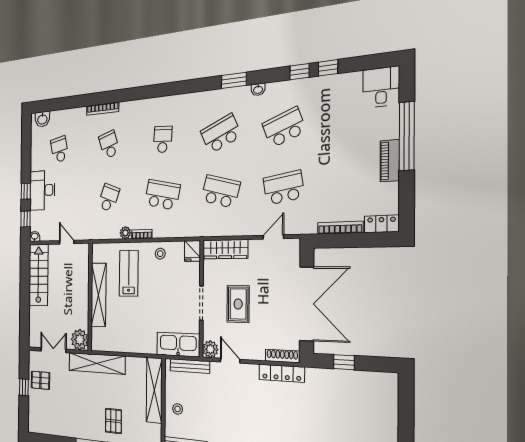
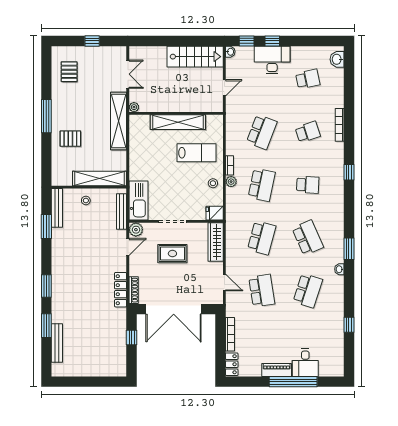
window: (300, 72) -> (349, 172), moved
desk: (381, 87) -> (305, 363), moved, turned 90
school desk: (284, 127) -> (308, 291), turned 39
school desk: (109, 198) -> (262, 132), width x1.85
plant: (125, 233) -> (231, 182), moved
plant: (80, 340) -> (134, 107), width x0.53, depth x0.53
pallet: (40, 380) -> (69, 72), moved

